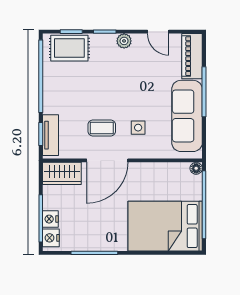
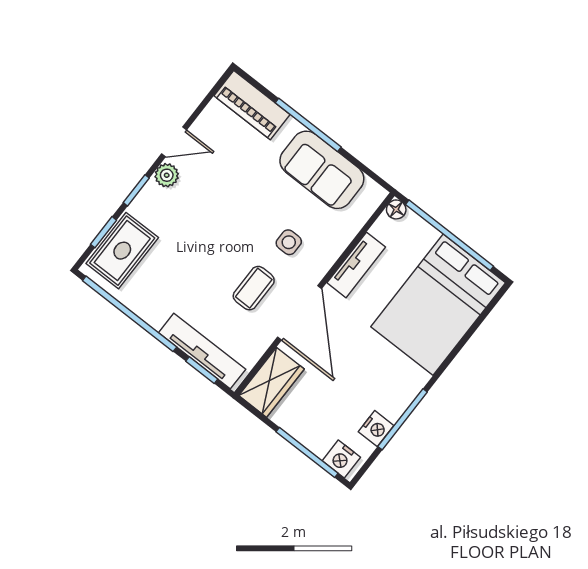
door: (158, 32) -> (174, 142), moved
sofa: (187, 116) -> (322, 170), width x0.73
tv unit: (50, 135) -> (202, 351), width x1.41
tv unit: (153, 170) -> (356, 265), added
nightstand: (50, 219) -> (376, 429), moved, turned -90

